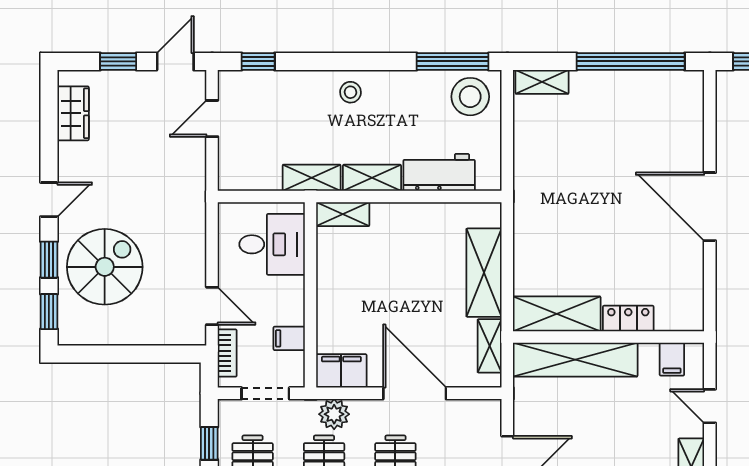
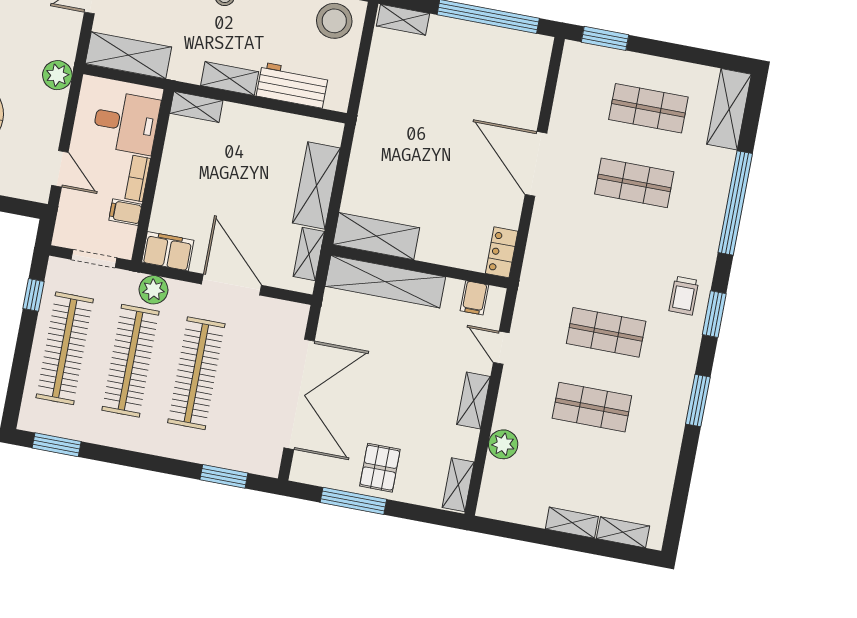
shelving: (312, 178) -> (128, 55), moved, width x1.50, depth x1.33
plant: (191, 208) -> (57, 75), added
locker: (628, 319) -> (502, 252), moved, turned -90
bookcase: (227, 353) -> (138, 178), moved, turned 180

